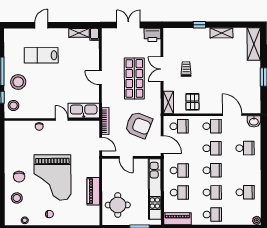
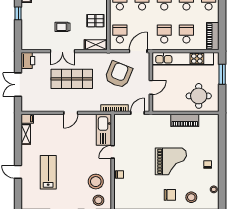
lab bench: (41, 55) -> (48, 172), turned 180
stool: (18, 82) -> (96, 182), moved
grand piano: (52, 177) -> (171, 161), width x0.73, depth x0.68

